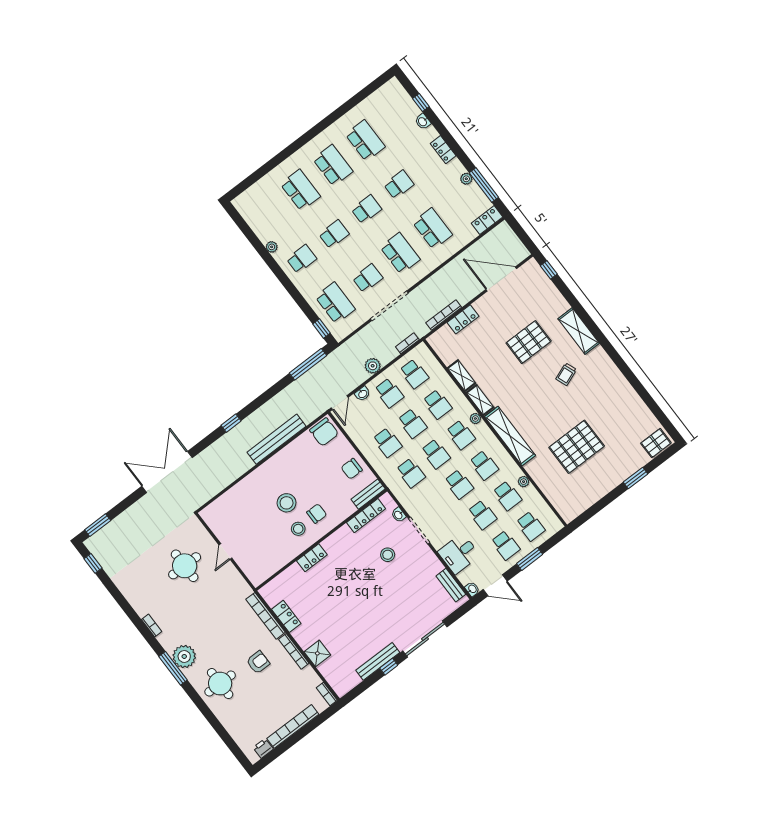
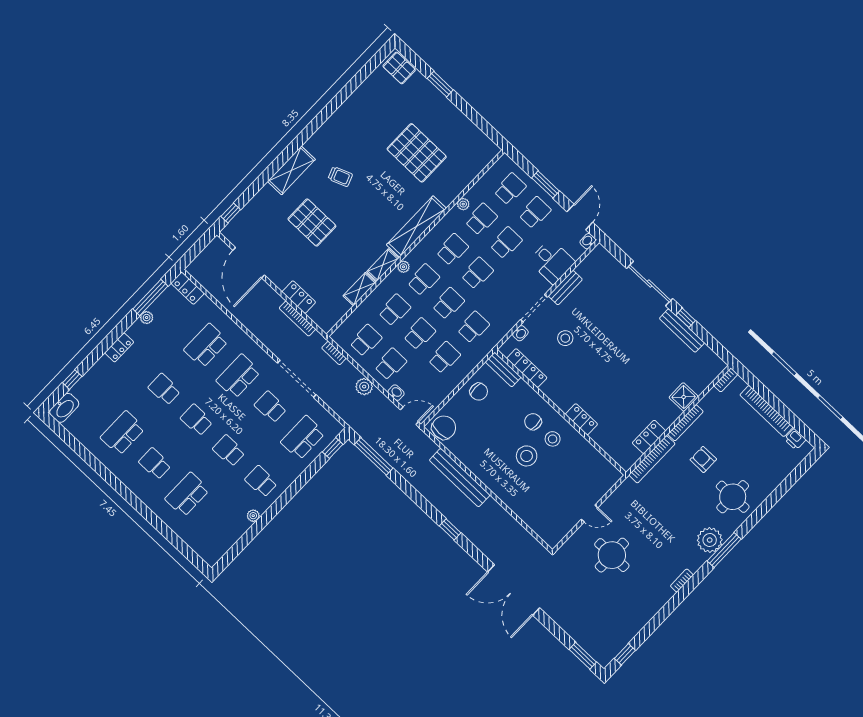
washbasin: (423, 122) -> (64, 408), moved, width x1.91, depth x1.45
school desk: (333, 165) -> (155, 464), width x0.54
bench: (451, 585) -> (565, 288), moved

